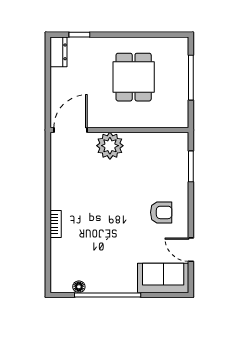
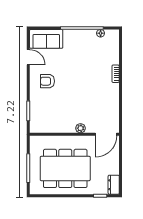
dining table: (134, 77) -> (65, 168), width x1.88, depth x1.24
plant: (110, 146) -> (81, 128), width x0.53, depth x0.53

